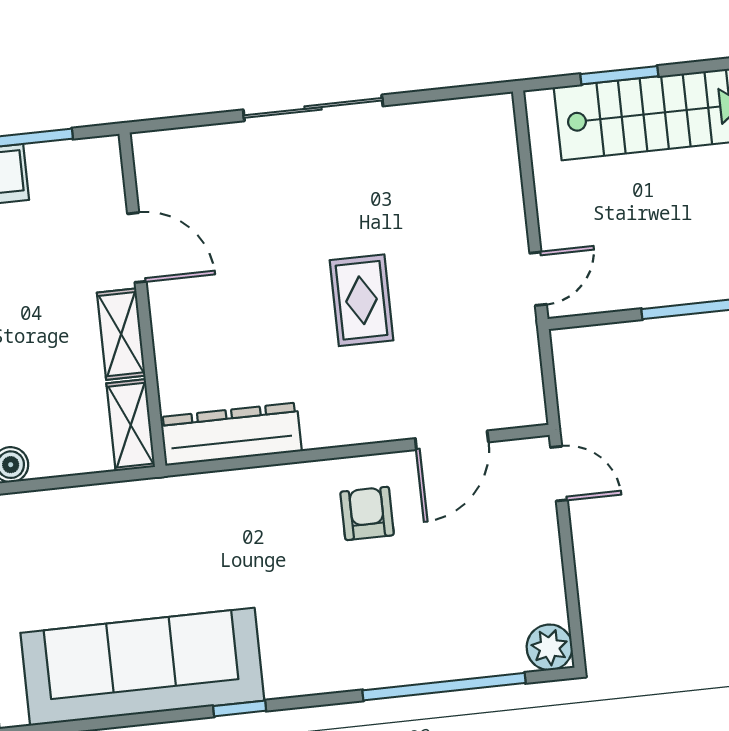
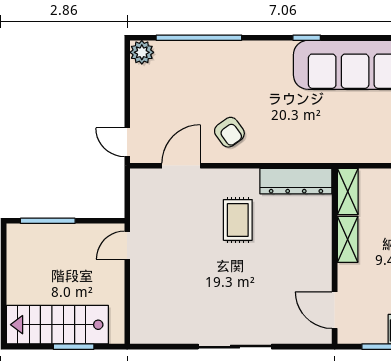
door: (137, 248) -> (335, 310), moved
rug: (362, 300) -> (238, 220), moved
armchair: (367, 513) -> (229, 132), turned -36

